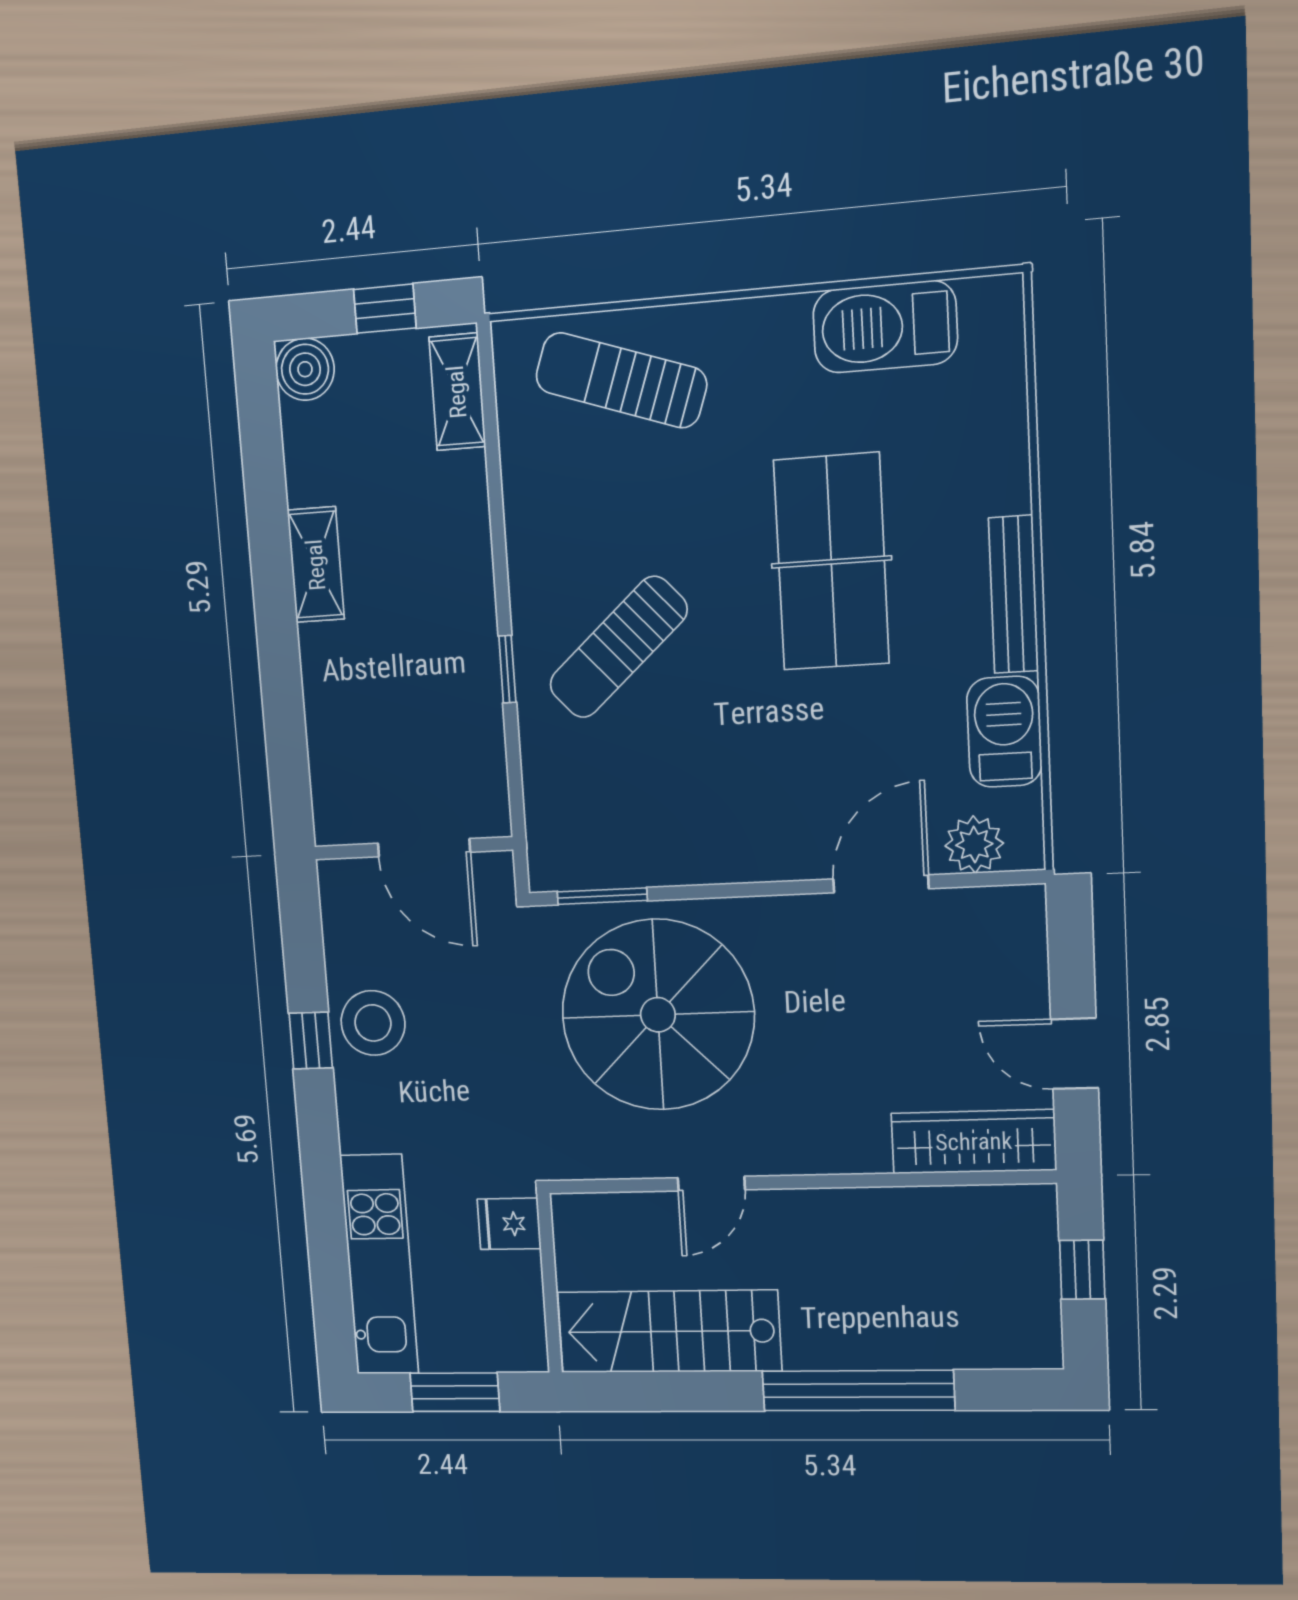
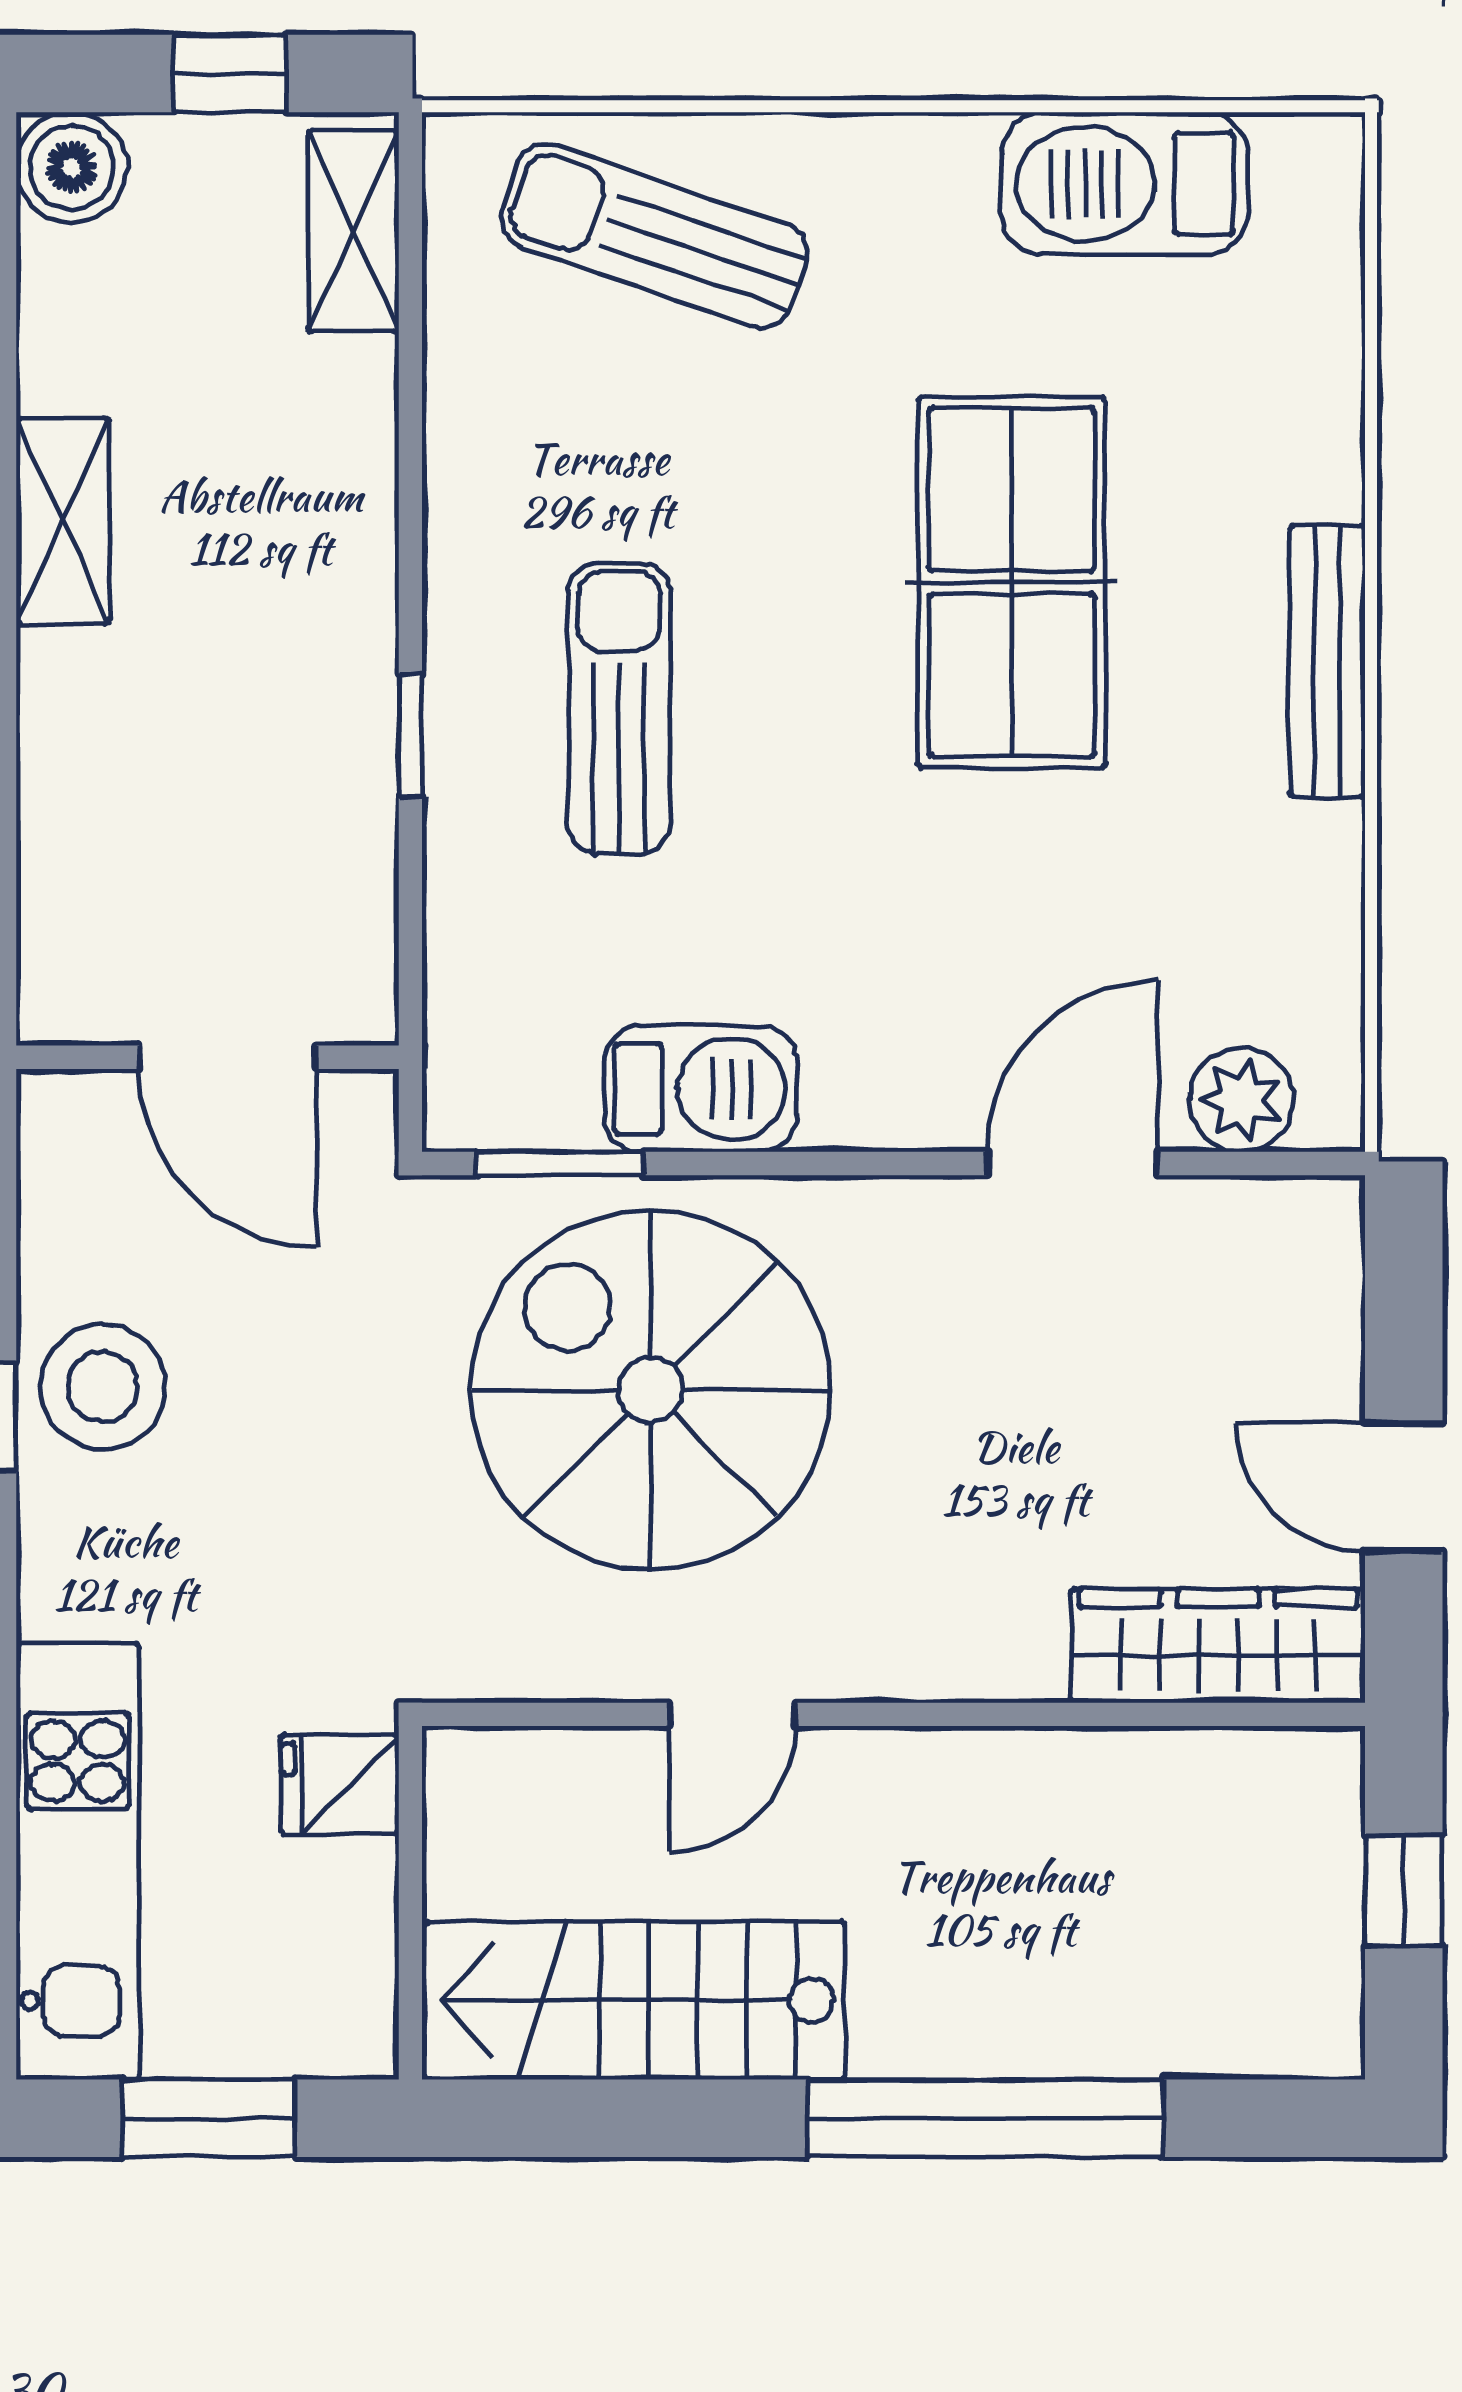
sun lounger: (618, 647) -> (619, 709), turned 132
barbecue: (1004, 732) -> (700, 1089), moved, turned 90

